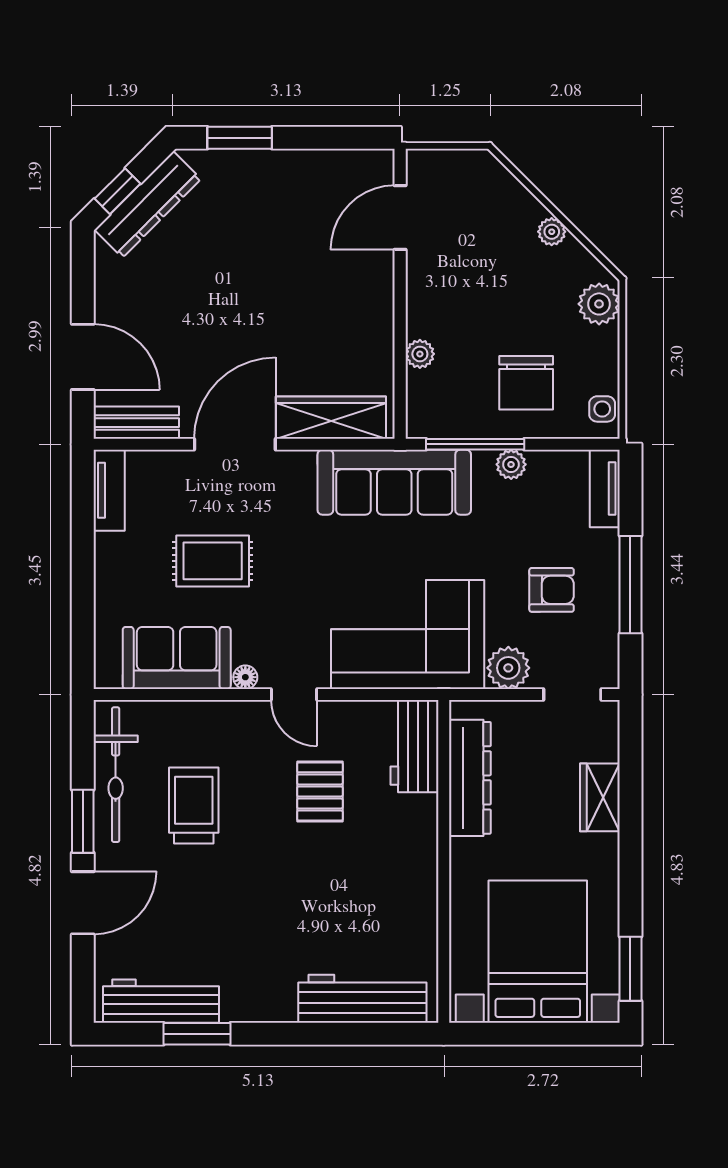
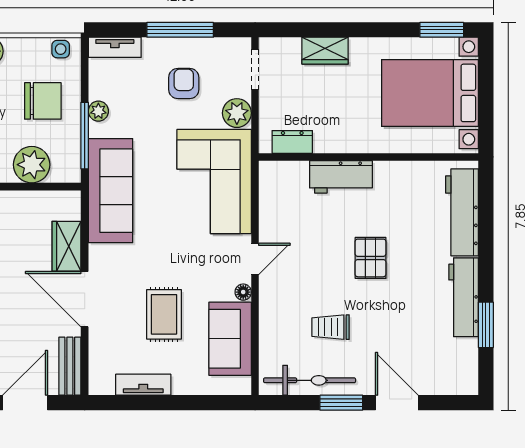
plant: (420, 354) -> (32, 165), width x1.88, depth x1.88
wardrobe: (331, 418) -> (66, 246), width x0.67
tv unit: (109, 490) -> (143, 385), moved
workbench: (414, 746) -> (341, 177), moved
dresser: (470, 778) -> (292, 142), width x0.51, depth x0.80
pallet: (320, 791) -> (371, 258), moved, turned 90
trolley: (194, 806) -> (331, 327), width x0.73, depth x0.72
workbench: (161, 1001) -> (464, 297), moved

